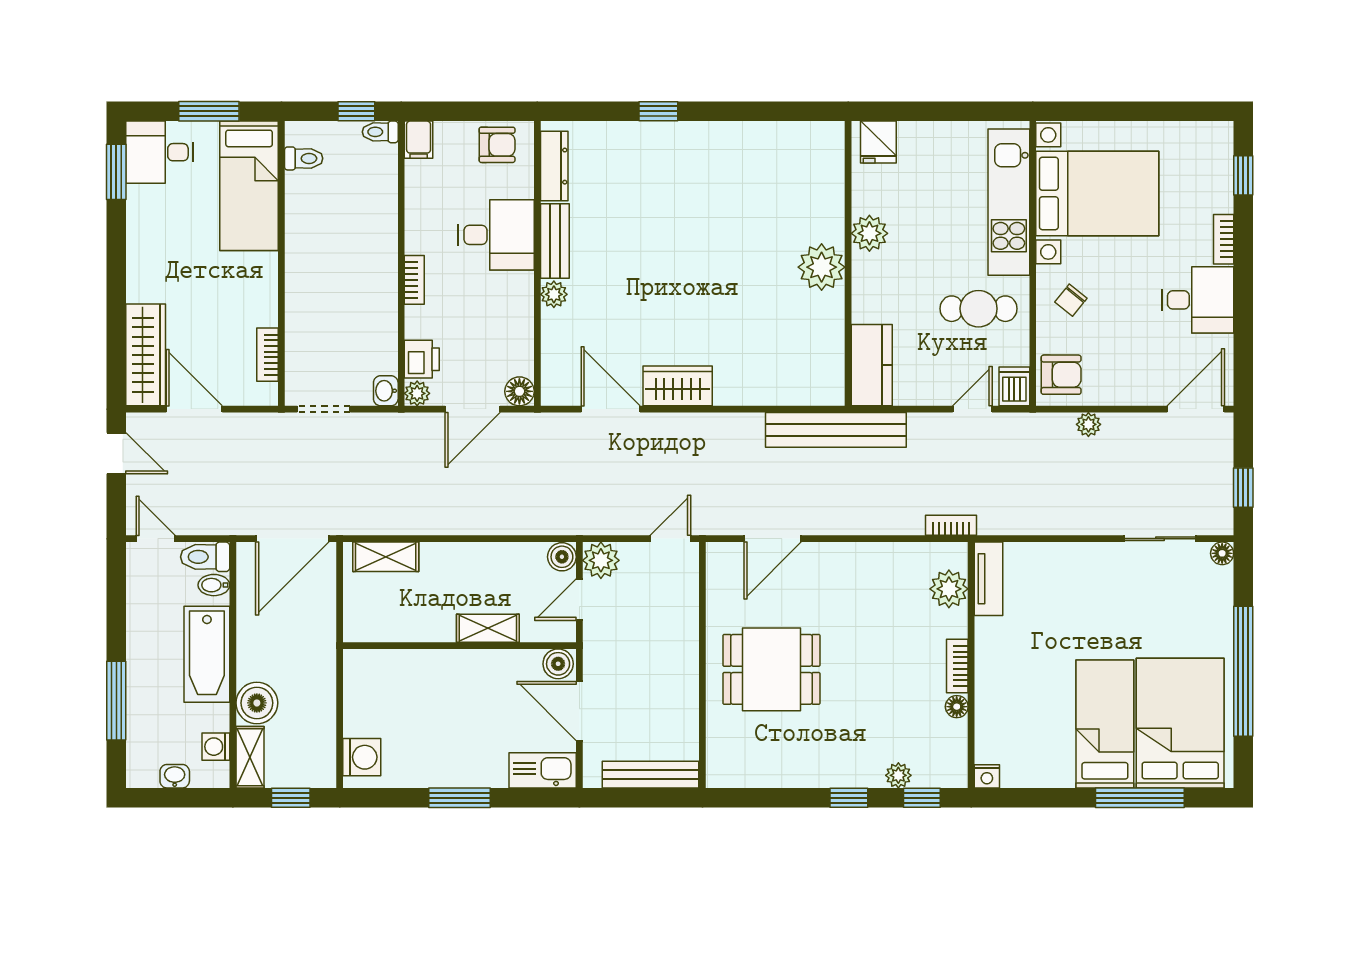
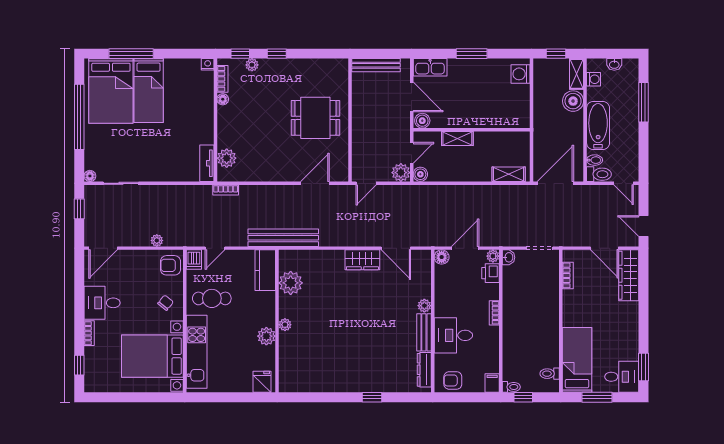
plant: (822, 267) -> (285, 325), width x0.53, depth x0.53
plant: (821, 340) -> (291, 283), added
bookcase: (957, 666) -> (222, 79), moved

